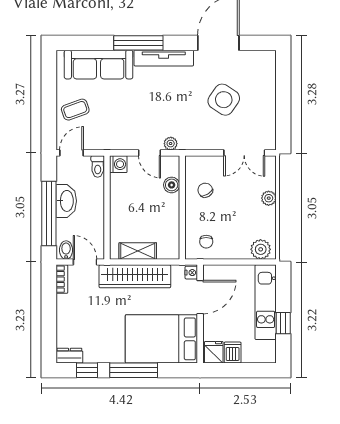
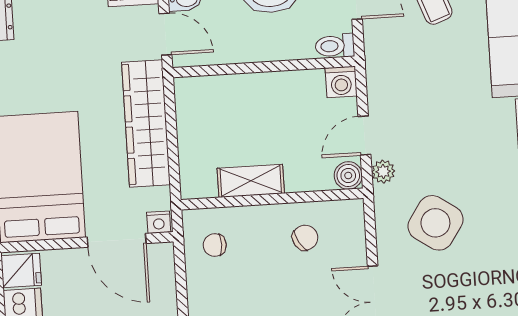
side table: (224, 100) -> (435, 223), moved
boiler: (172, 185) -> (348, 176), moved
shelving: (138, 251) -> (251, 181), moved, turned 90
door: (85, 262) -> (165, 34), hinge flipped

